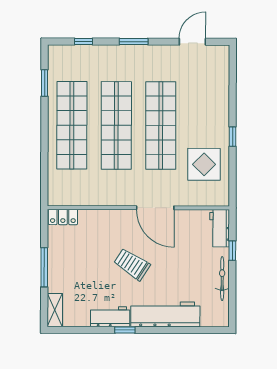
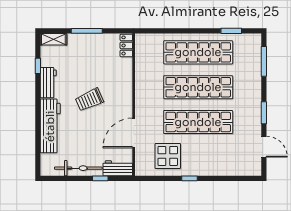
window: (84, 41) -> (264, 61), width x2.17
window: (134, 42) -> (264, 113), moved
door: (155, 208) -> (134, 133), moved
trolley: (132, 264) -> (89, 100), turned -147
bicycle: (222, 279) -> (78, 168), width x1.37, depth x1.40
window: (125, 330) -> (38, 66), moved

